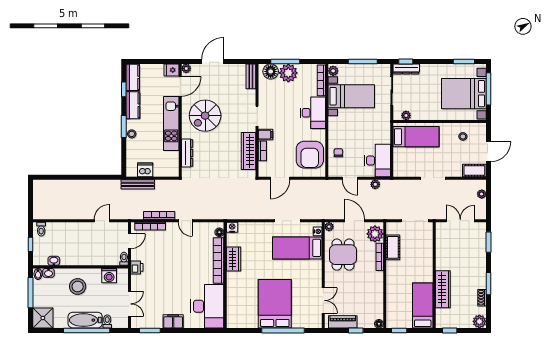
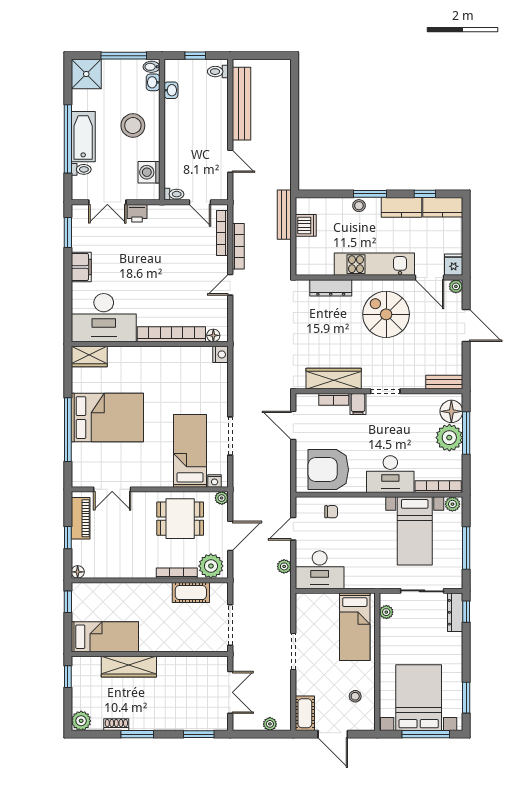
bench: (63, 213) -> (241, 104), added
wardrobe: (234, 259) -> (89, 357), moved
printer: (137, 267) -> (137, 213), moved

